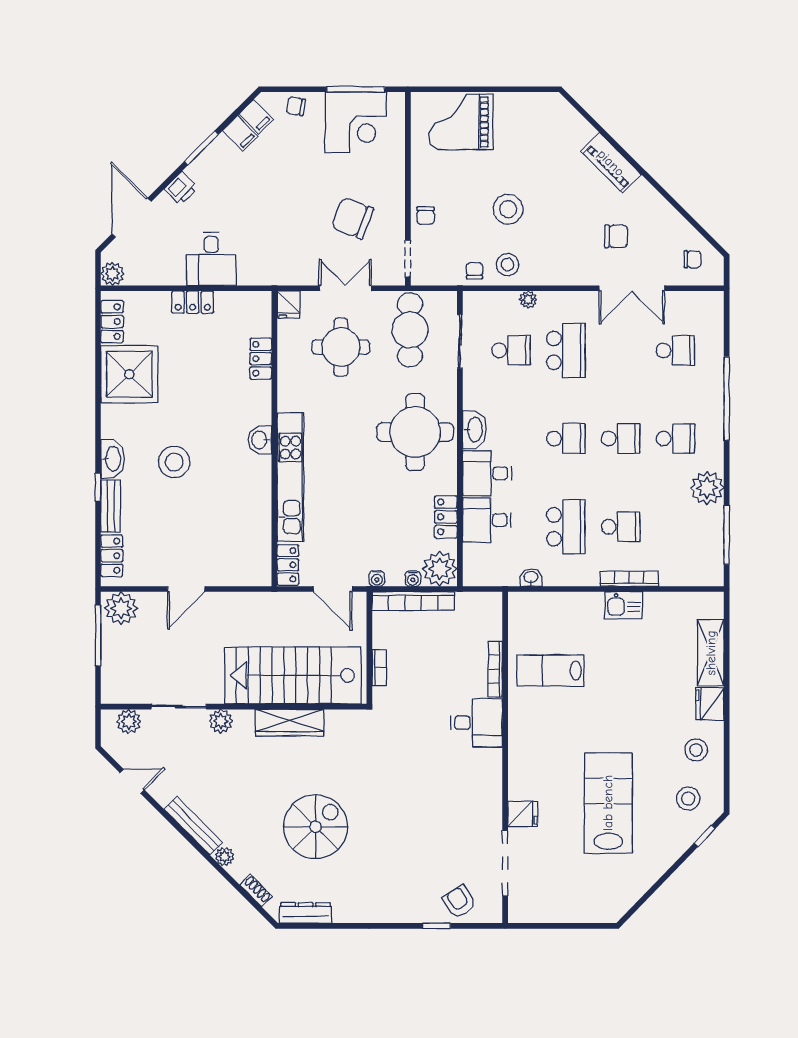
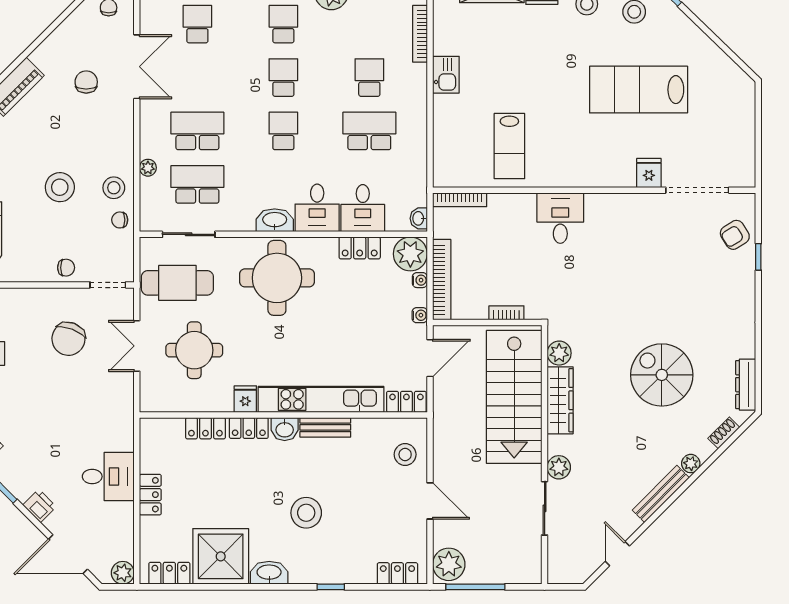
fridge: (289, 305) -> (245, 399), moved, turned -90
school desk: (511, 350) -> (197, 184), width x1.85
locker: (261, 403) -> (249, 428), added
washbasin: (113, 459) -> (269, 573), moved
bench: (111, 506) -> (325, 427), moved
stool: (234, 564) -> (405, 454), added
washbasin: (531, 577) -> (419, 218), moved
bookcase: (629, 579) -> (420, 34), moved
bookcase: (495, 669) -> (460, 200), moved
plant: (129, 722) -> (559, 353), moved

